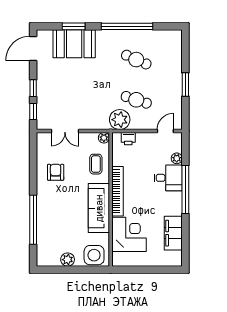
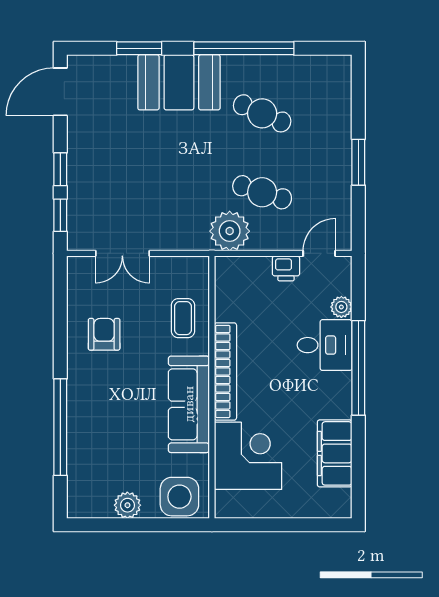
booth: (74, 44) -> (179, 82), moved
plant: (104, 138) -> (199, 267), removed
printer: (128, 139) -> (286, 268), moved

